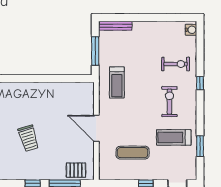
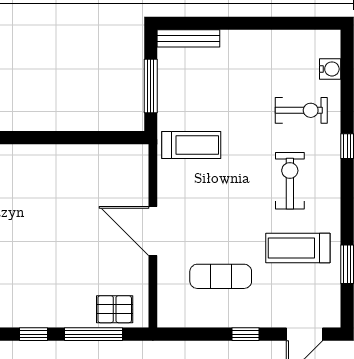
water cooler: (191, 30) -> (330, 69), moved
treadmill: (117, 83) -> (191, 145), turned -90
trolley: (28, 138) -> (26, 249), removed

